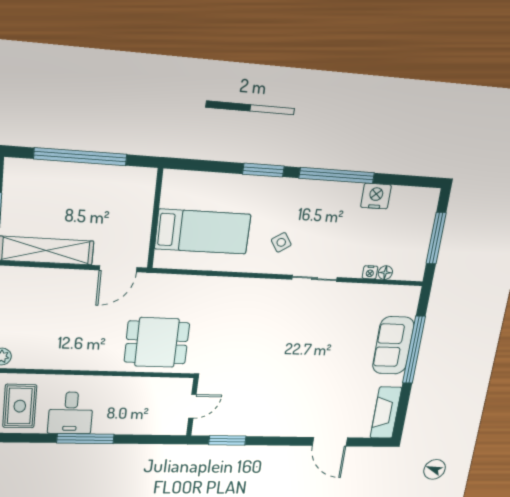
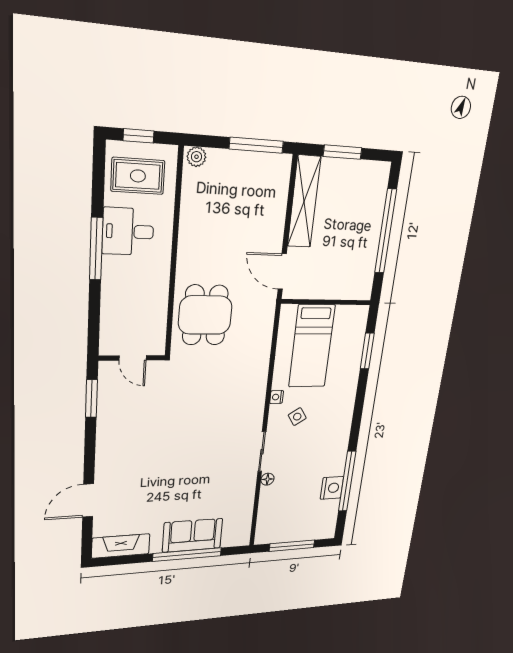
window: (263, 170) -> (367, 351), moved
window: (337, 175) -> (347, 481), moved
nightstand: (370, 272) -> (277, 397), moved
floor lamp: (385, 273) -> (267, 479), moved

